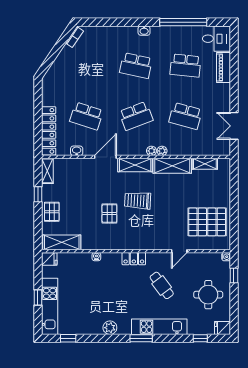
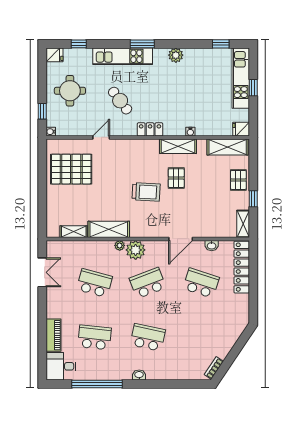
plant: (151, 151) -> (136, 250), width x1.87, depth x1.87
shelving: (135, 165) -> (178, 146), moved

